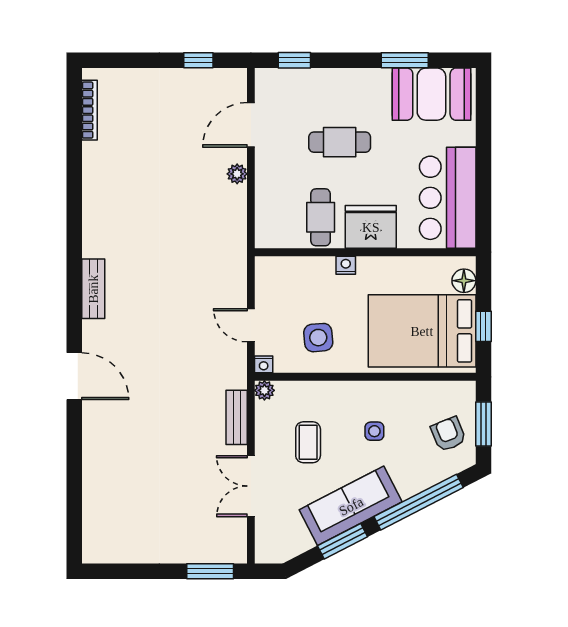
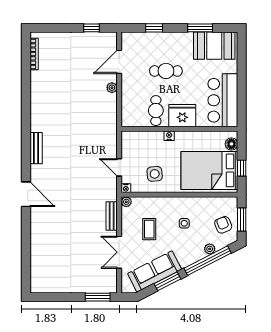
window: (294, 60) -> (154, 28), moved
plant: (423, 480) -> (210, 249), added
sofa: (351, 506) -> (155, 271), moved

